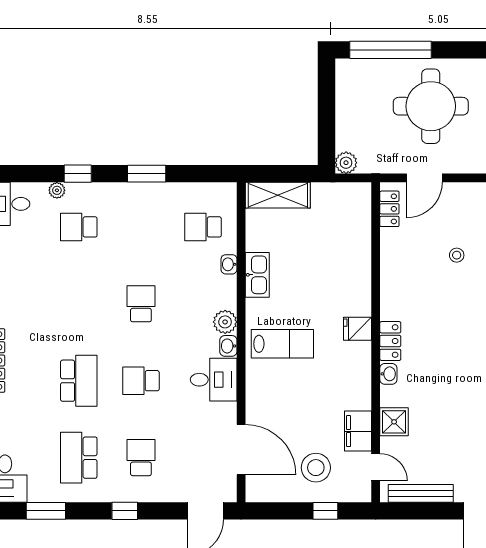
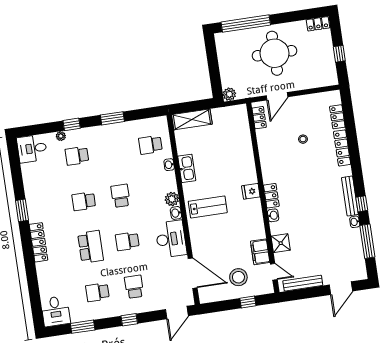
school desk: (79, 304) -> (84, 201), added
desk: (214, 380) -> (171, 239), width x1.37
school desk: (79, 458) -> (97, 292), width x0.54

